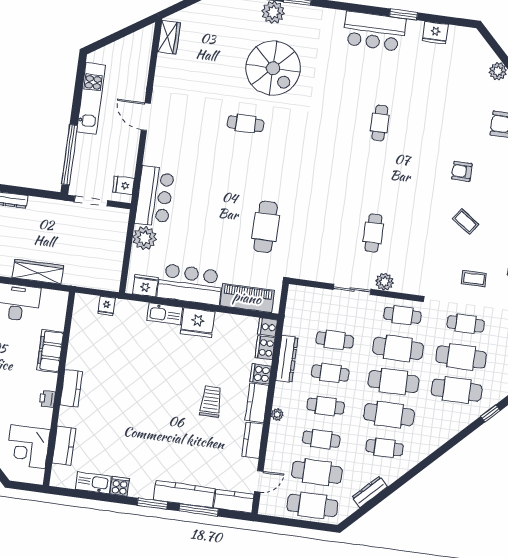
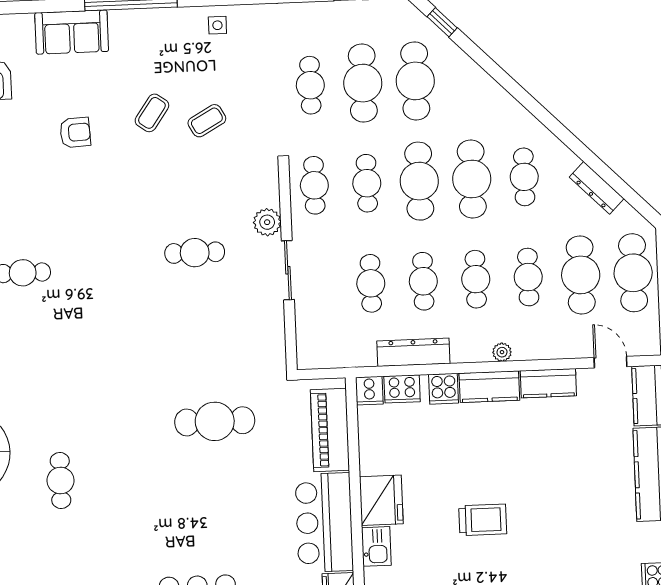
armchair: (462, 171) -> (75, 132), turned -93
coffee table: (474, 279) -> (207, 121), moved, turned 61
kitchen sink: (165, 314) -> (376, 546), width x0.73
cafe table: (398, 348) -> (367, 183), width x0.73, depth x0.74
trolley: (211, 401) -> (483, 520), moved, turned 180

